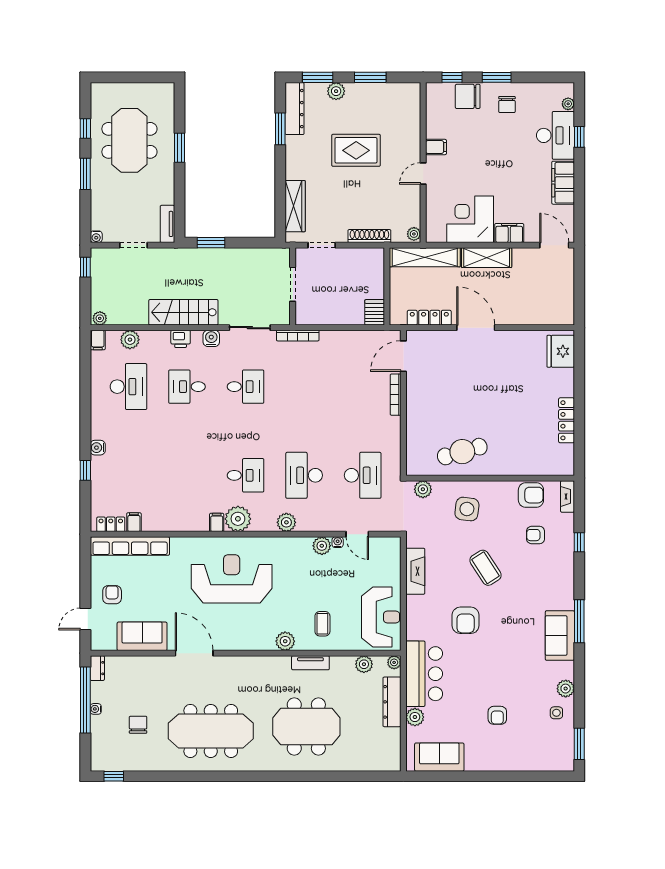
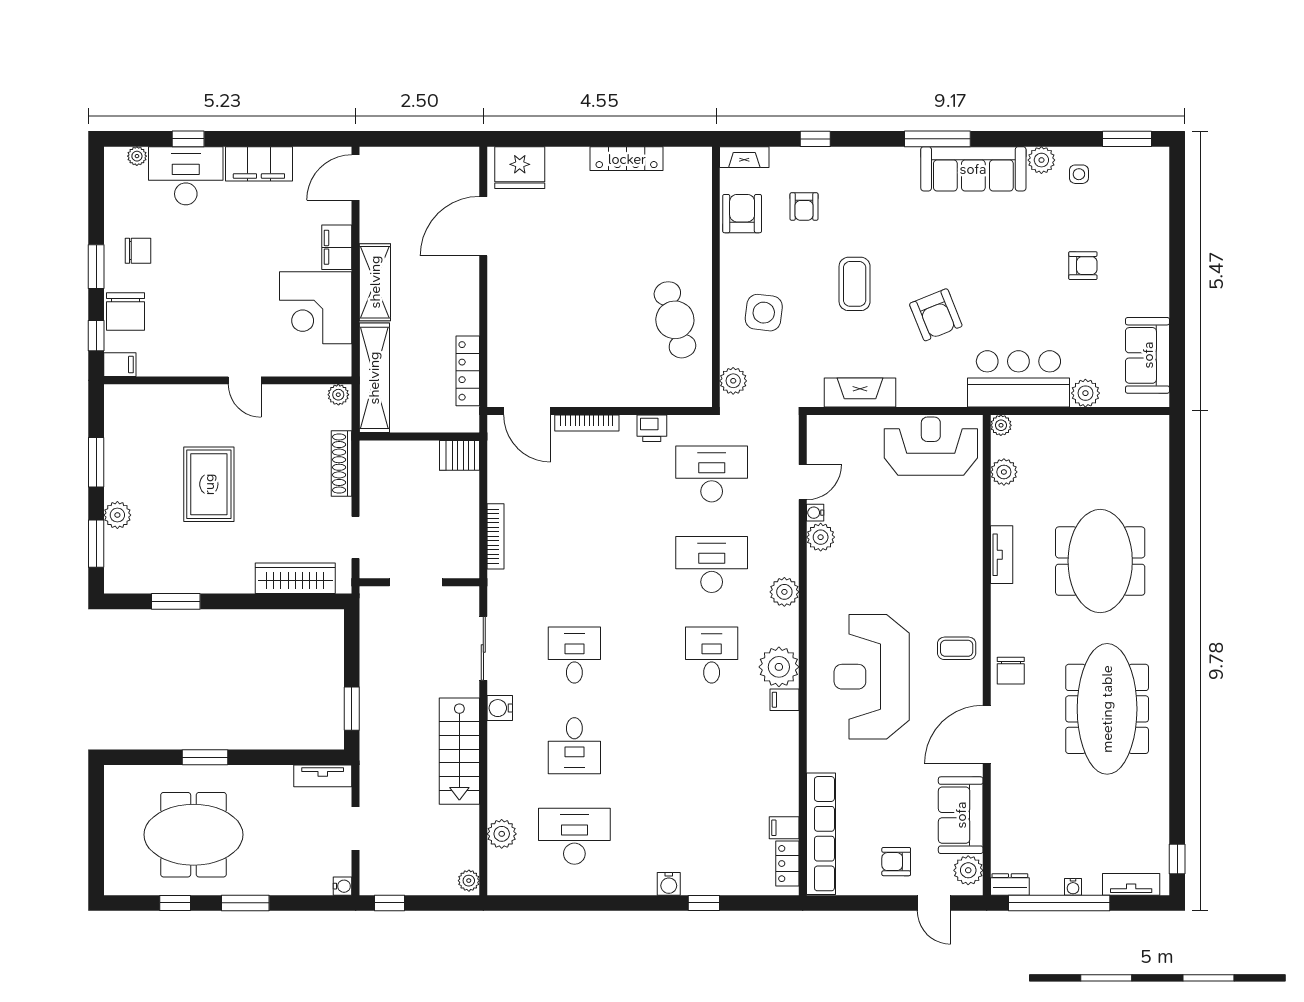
dresser: (295, 109) -> (144, 579), removed
filing cabinet: (436, 147) -> (120, 365), moved, turned 90
door: (476, 328) -> (483, 226), moved
bookcase: (298, 336) -> (496, 536), moved
printer: (181, 339) -> (652, 428), moved, turned 90
filing cabinet: (98, 340) -> (502, 884), removed
desk: (304, 475) -> (712, 564), turned 180
coffee table: (485, 568) -> (855, 284), turned -57
armchair: (466, 620) -> (936, 315), turned 68
coffee table: (322, 624) -> (957, 648), moved
sofa: (560, 636) -> (973, 169), width x1.36
plant: (285, 641) -> (968, 870), moved
dresser: (392, 702) -> (1062, 429), removed
chair: (138, 725) -> (1011, 671), moved, turned -90
tv unit: (97, 747) -> (1131, 884), added

